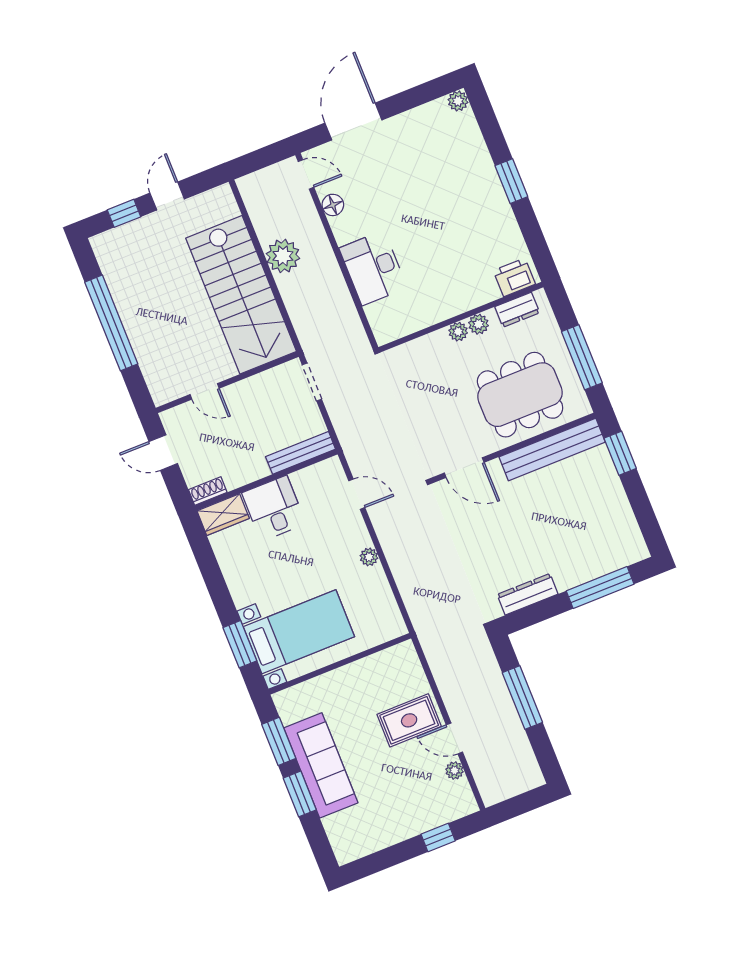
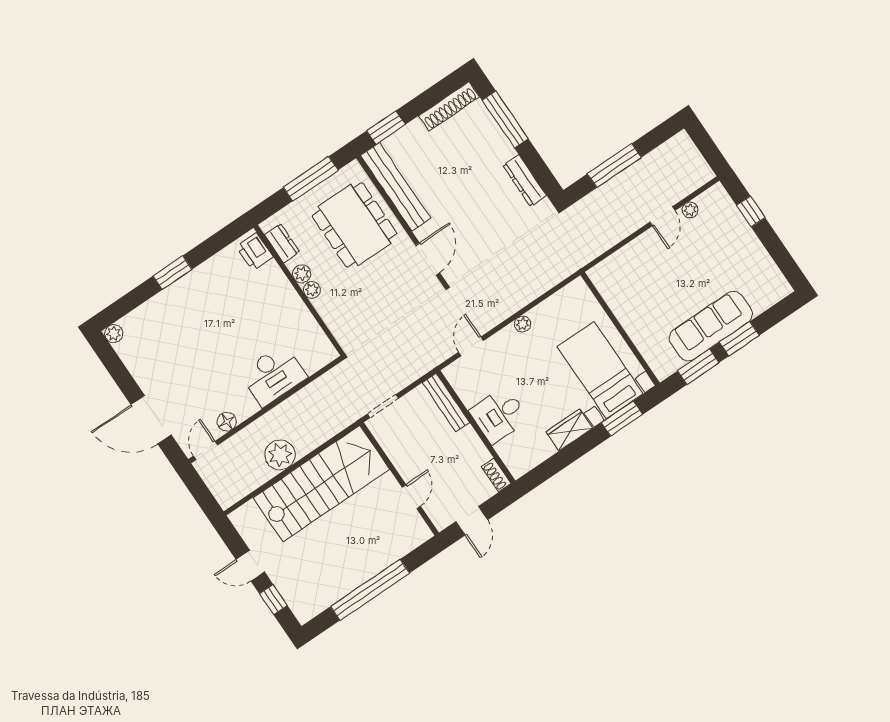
wardrobe: (223, 515) -> (569, 430), moved, turned -90
shoe rack: (628, 528) -> (449, 106), added
rug: (409, 720) -> (656, 259), removed

